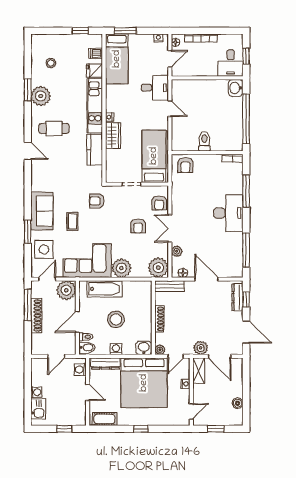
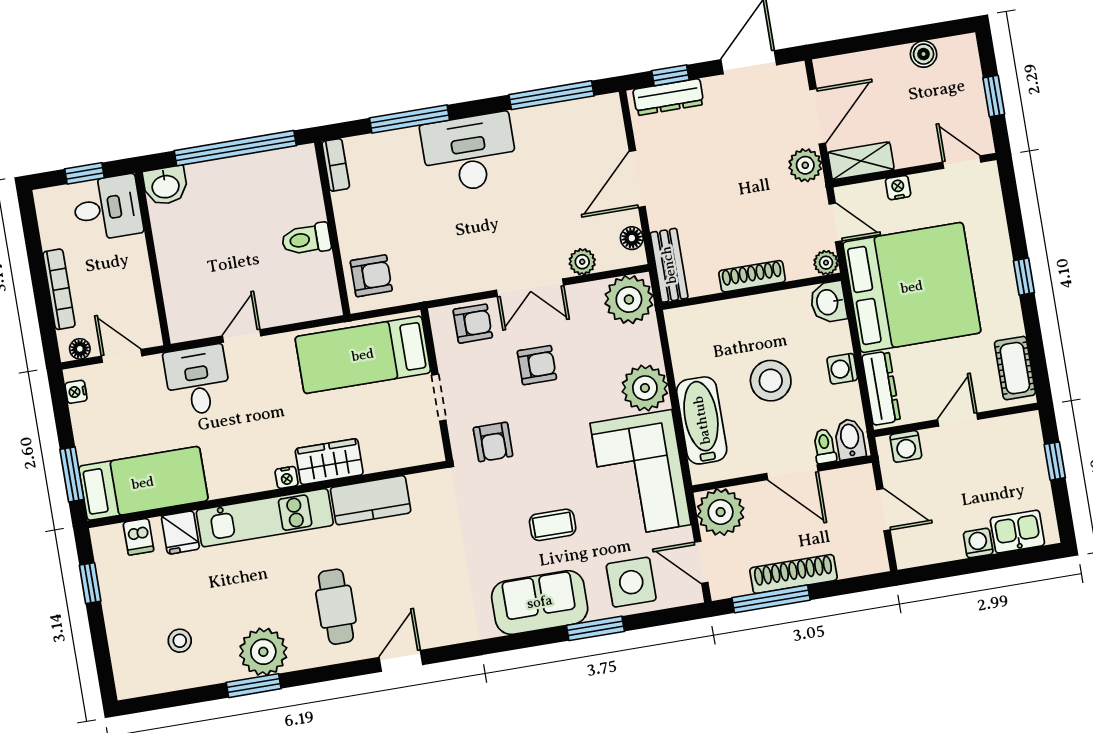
armchair: (97, 201) -> (493, 442), moved

